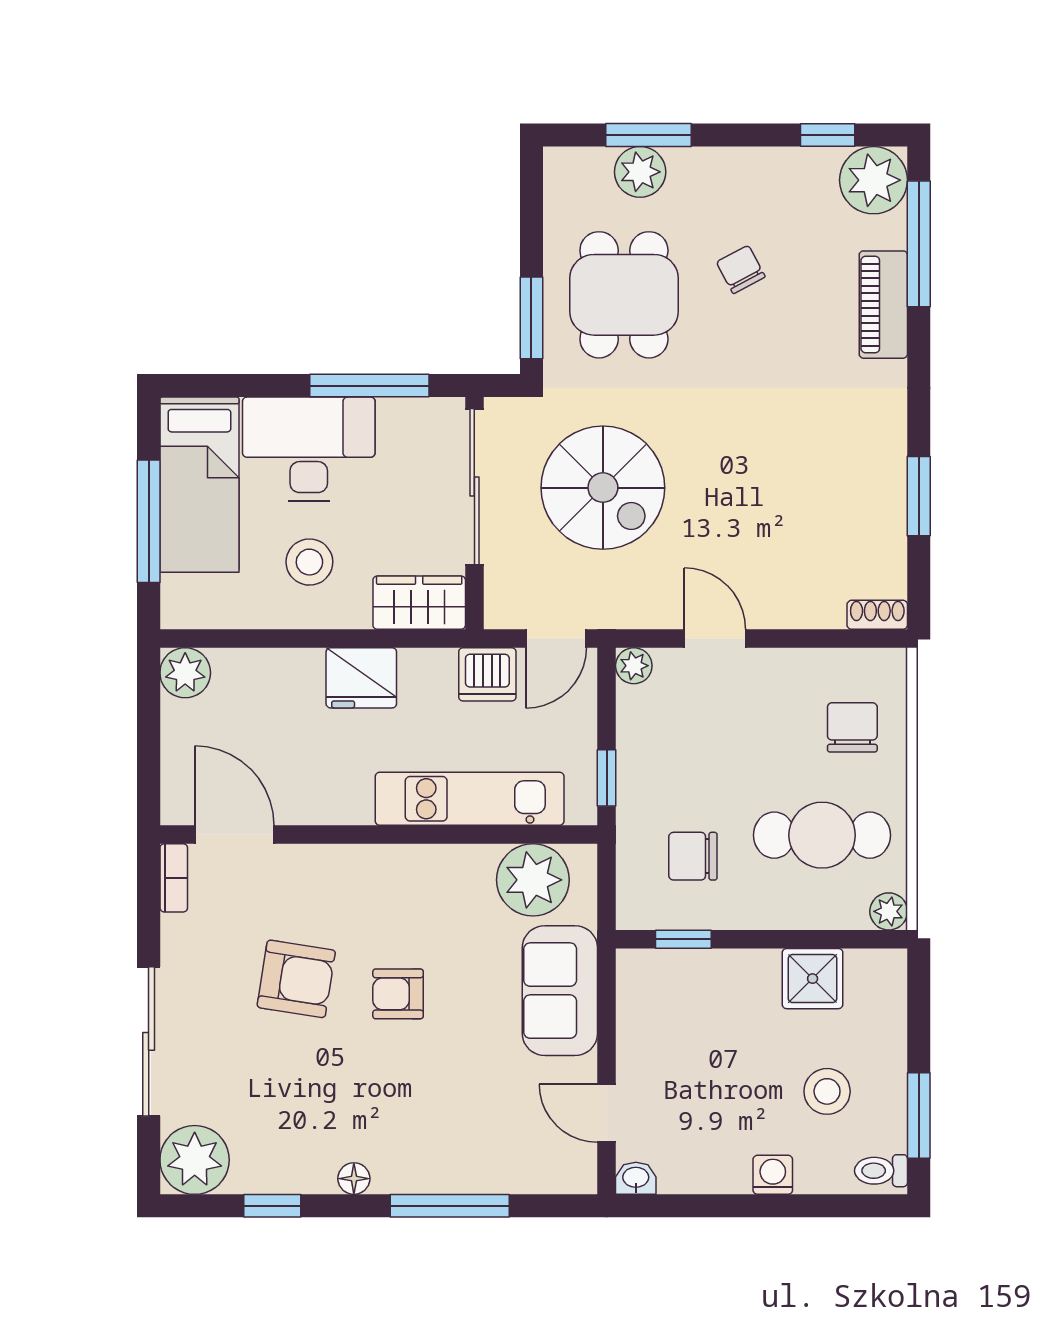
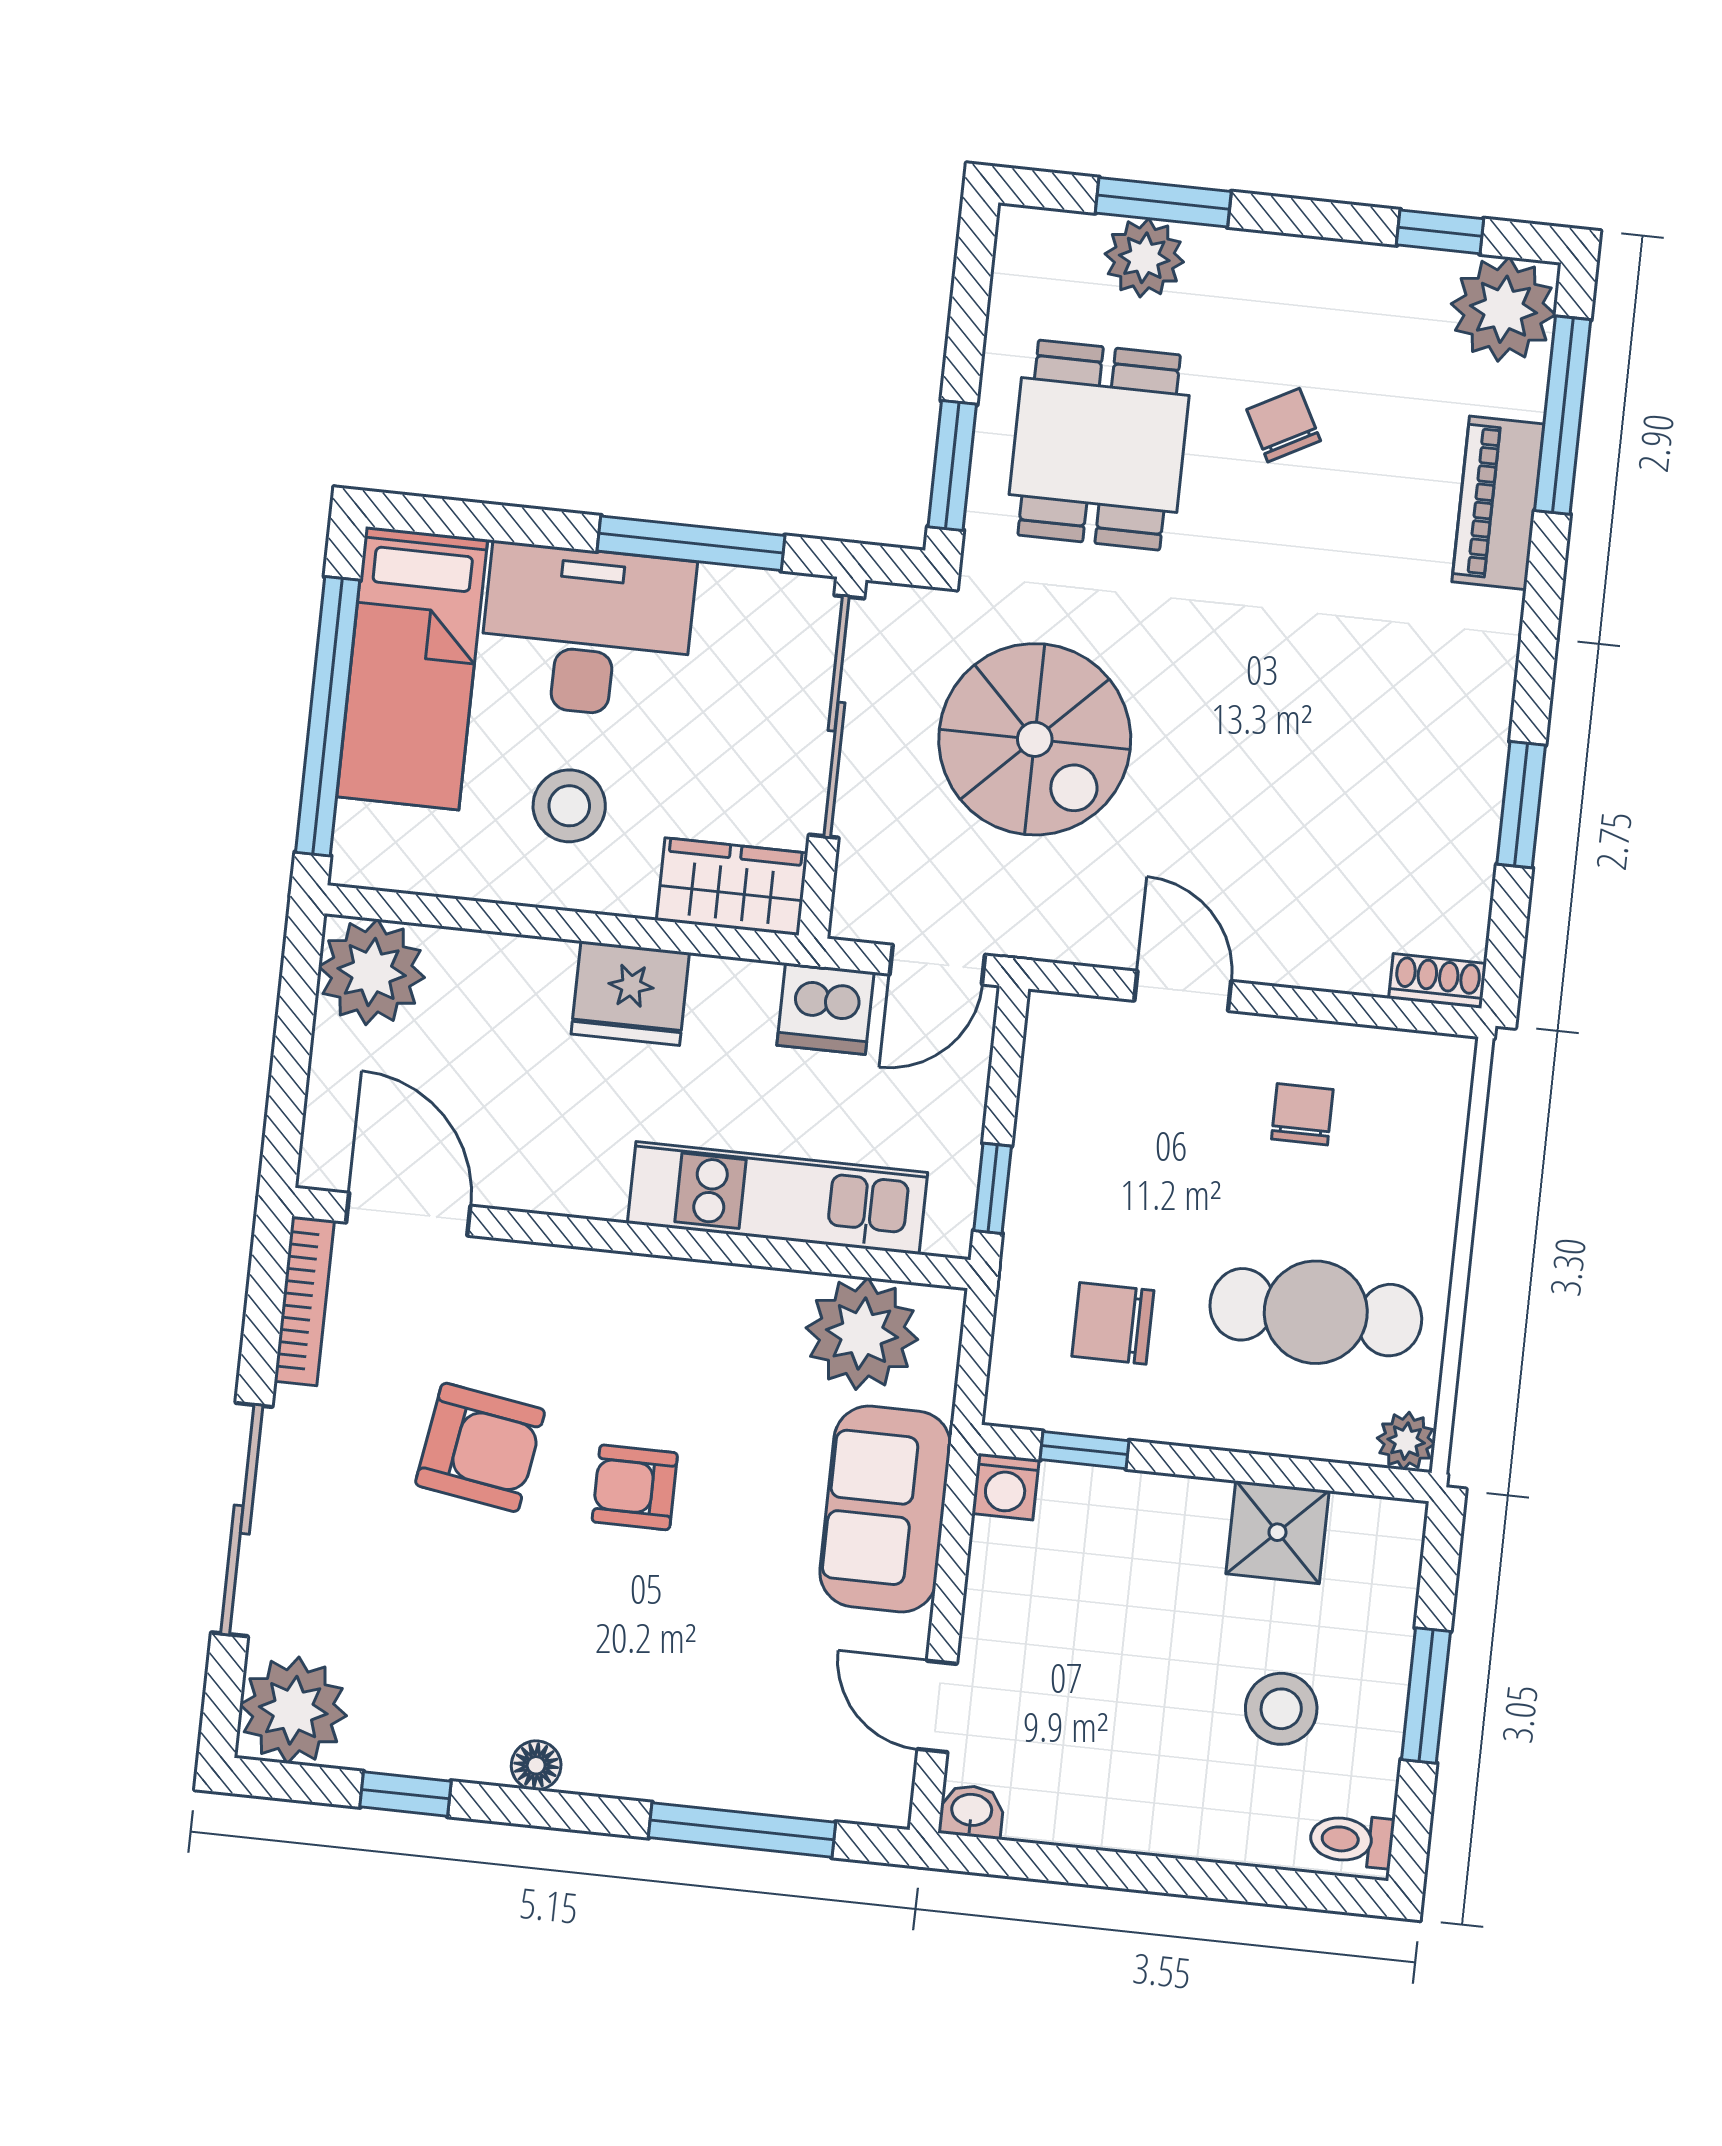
window: (149, 521) -> (328, 716), width x1.46
plant: (634, 666) -> (1053, 1020), removed
plant: (185, 673) -> (372, 972), width x1.36, depth x1.36
chair: (852, 727) -> (1302, 1114), moved, width x0.73, depth x0.73
bookcase: (174, 878) -> (304, 1301), width x1.56
window: (919, 1116) -> (1426, 1695), moved
washing machine: (773, 1175) -> (1006, 1487), moved, turned 180
window: (450, 1206) -> (742, 1830), moved

